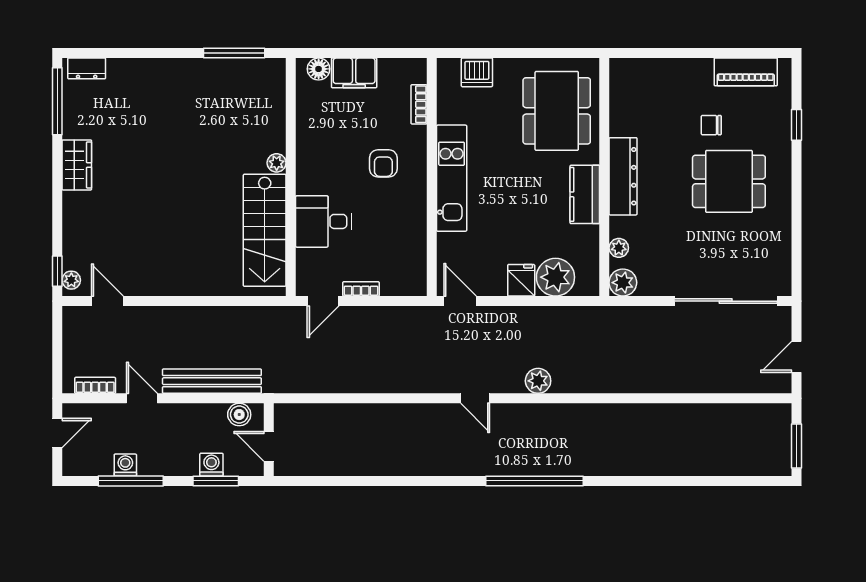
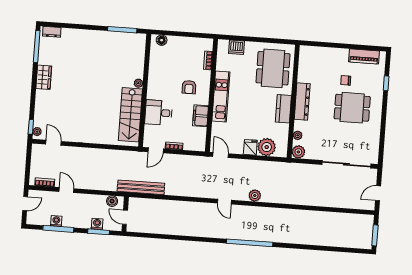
filing cabinet: (354, 73) -> (201, 116), moved, turned 90
bench: (212, 381) -> (141, 187), moved

